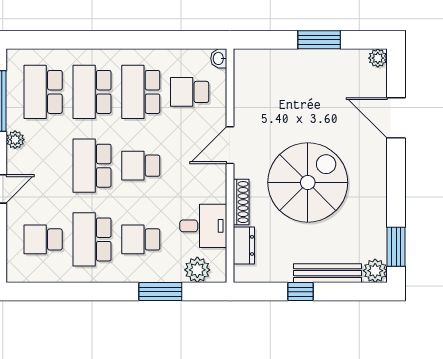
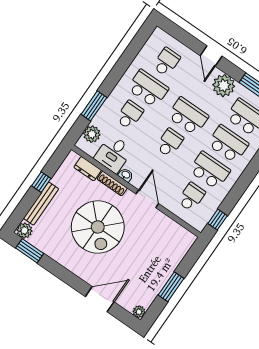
window: (195, 40) -> (218, 220), added
washbasin: (219, 58) -> (126, 175), moved
plant: (15, 140) -> (224, 86), width x1.87, depth x1.87

